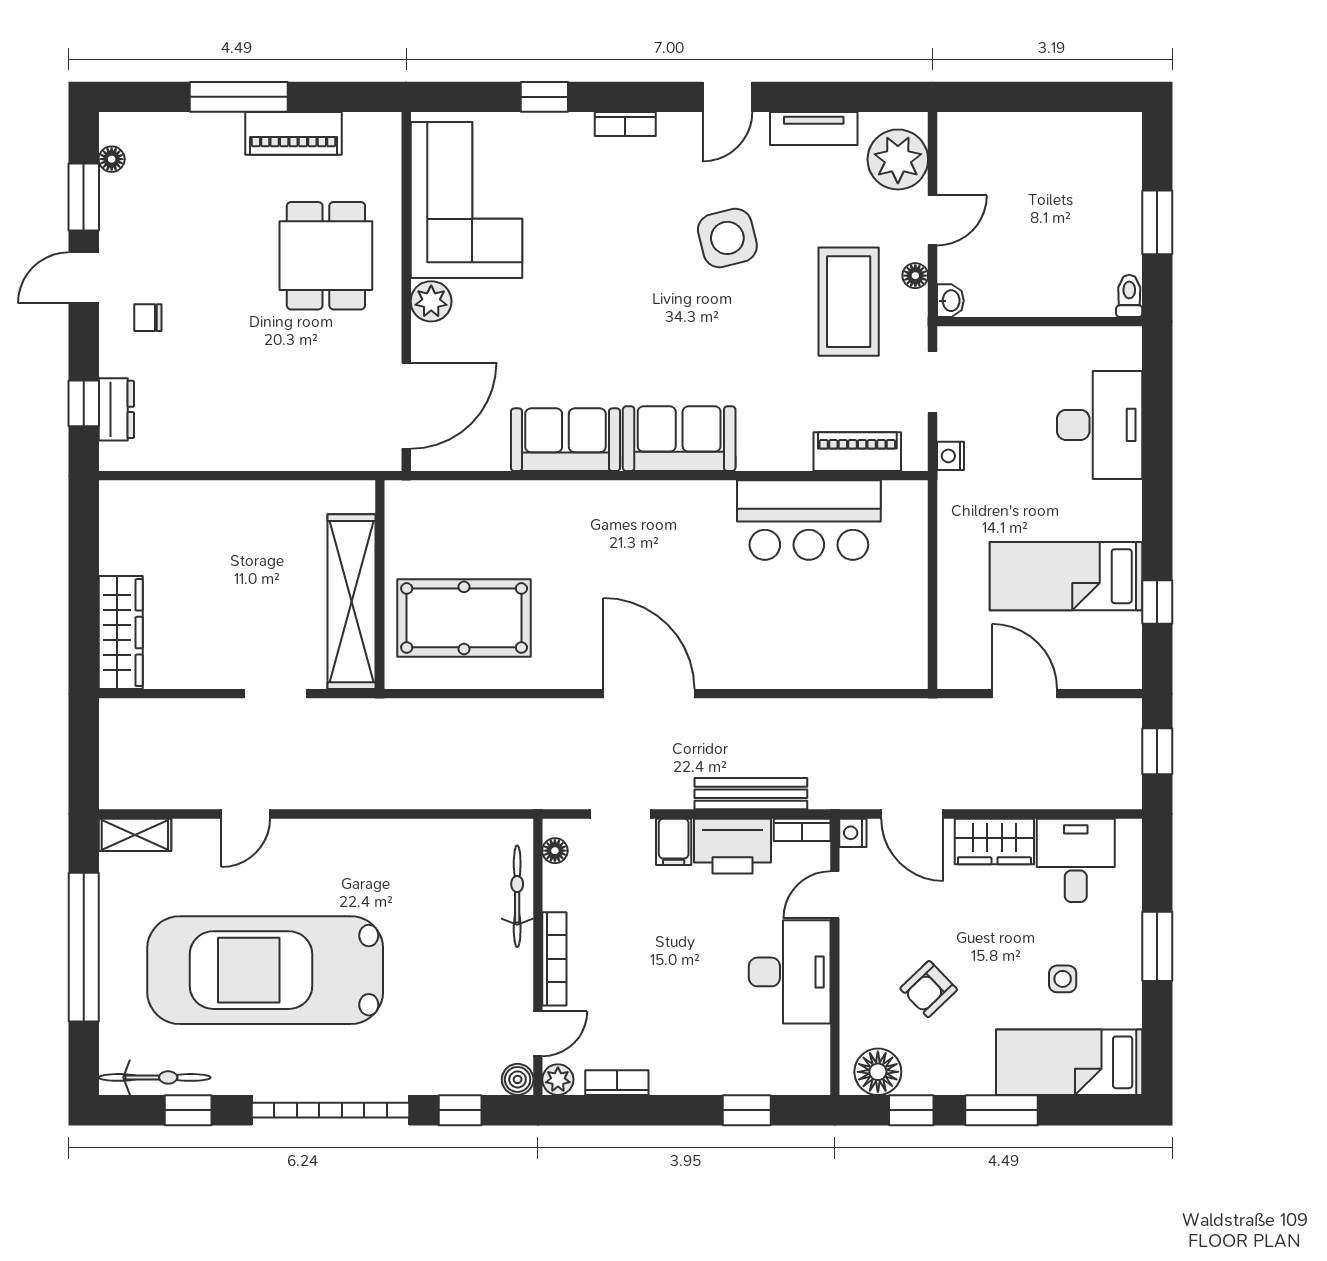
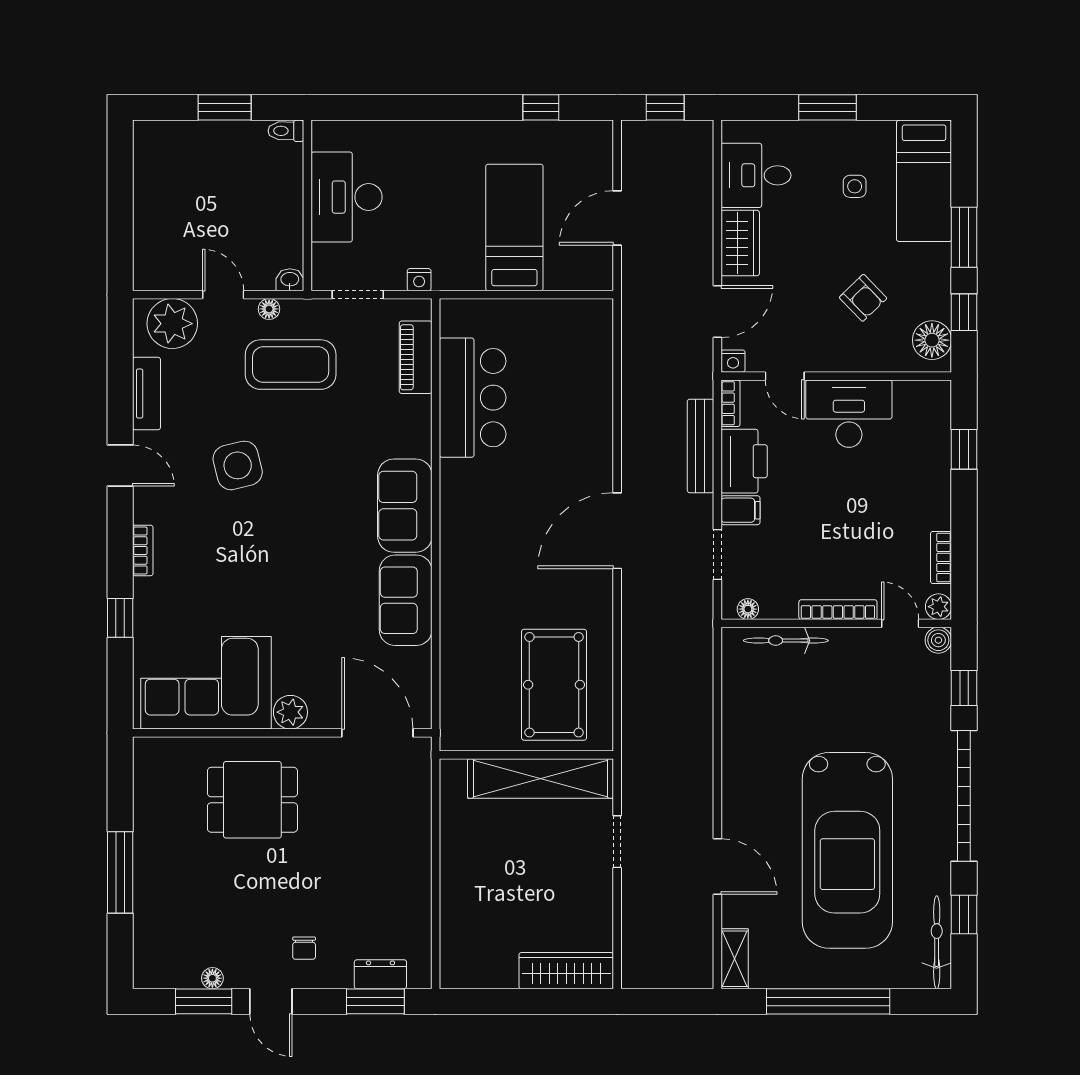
piano: (294, 133) -> (151, 827), removed
floor lamp: (112, 159) -> (212, 978), moved
window: (84, 403) -> (375, 1001), width x1.50
desk: (1100, 425) -> (347, 197), moved, turned -90
bed: (1066, 576) -> (514, 227), moved, turned 180
door: (246, 814) -> (717, 867), width x1.38

